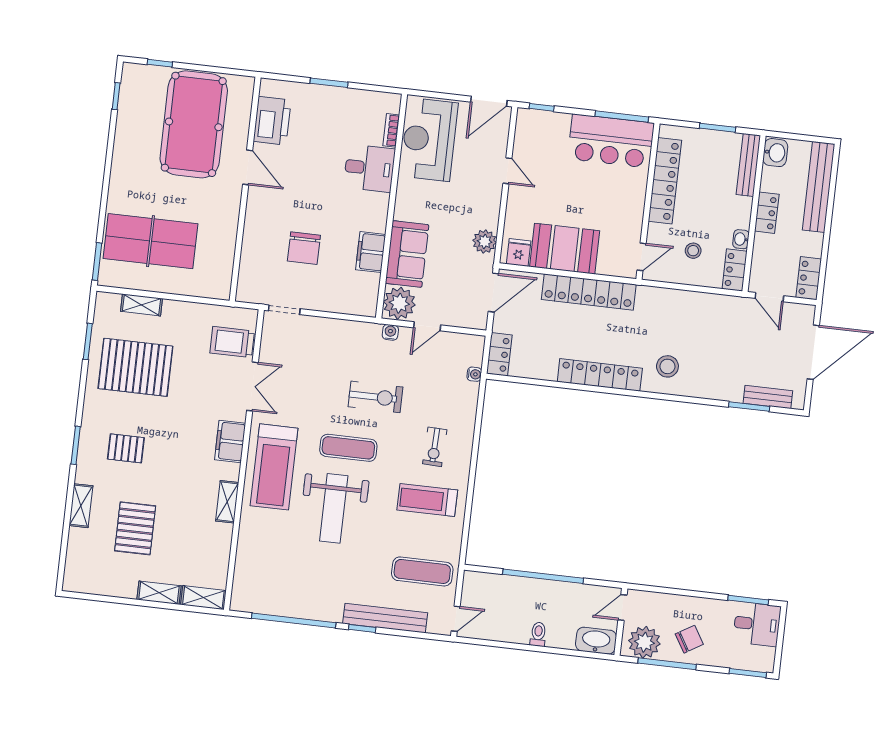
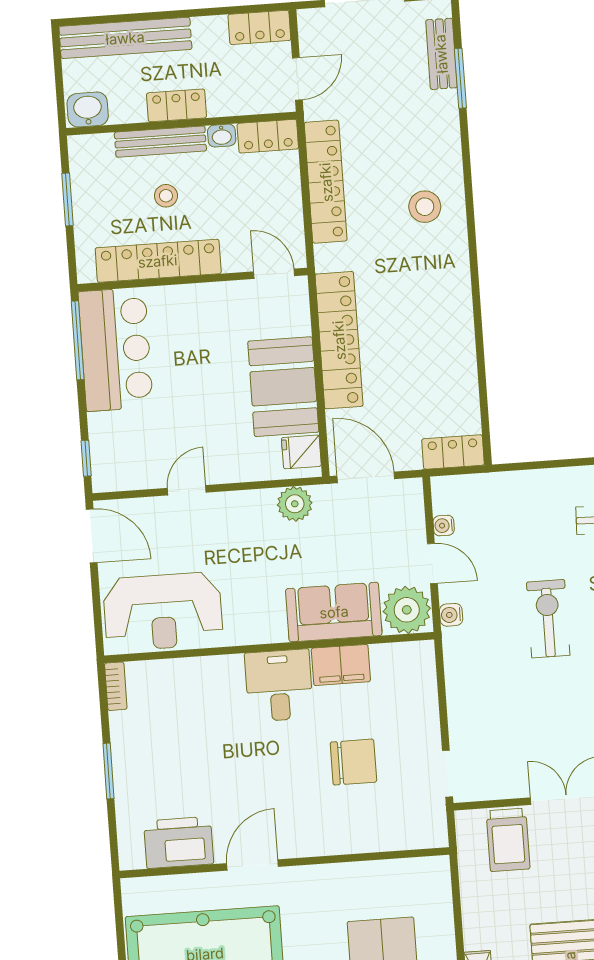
bookcase: (391, 130) -> (116, 686), moved, turned -90
bench: (748, 165) -> (160, 142), moved
desk: (369, 168) -> (279, 685), moved
stool: (693, 251) -> (166, 196), moved
water cooler: (474, 374) -> (444, 526), moved, turned -90
locker: (600, 375) -> (326, 182), moved, turned 180

